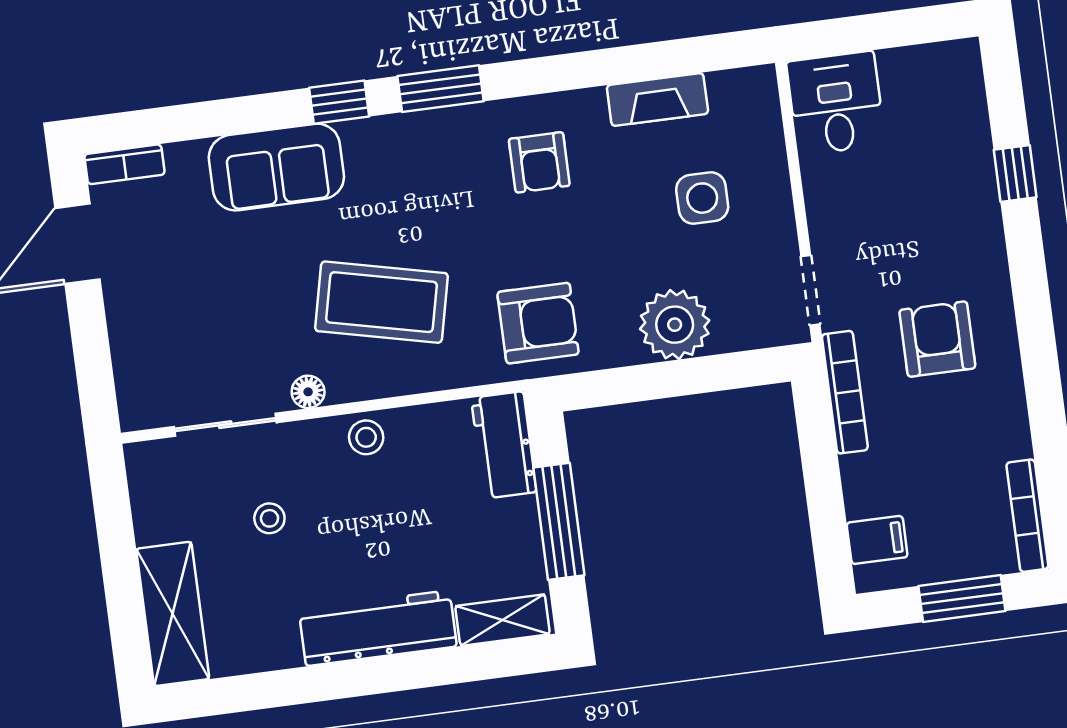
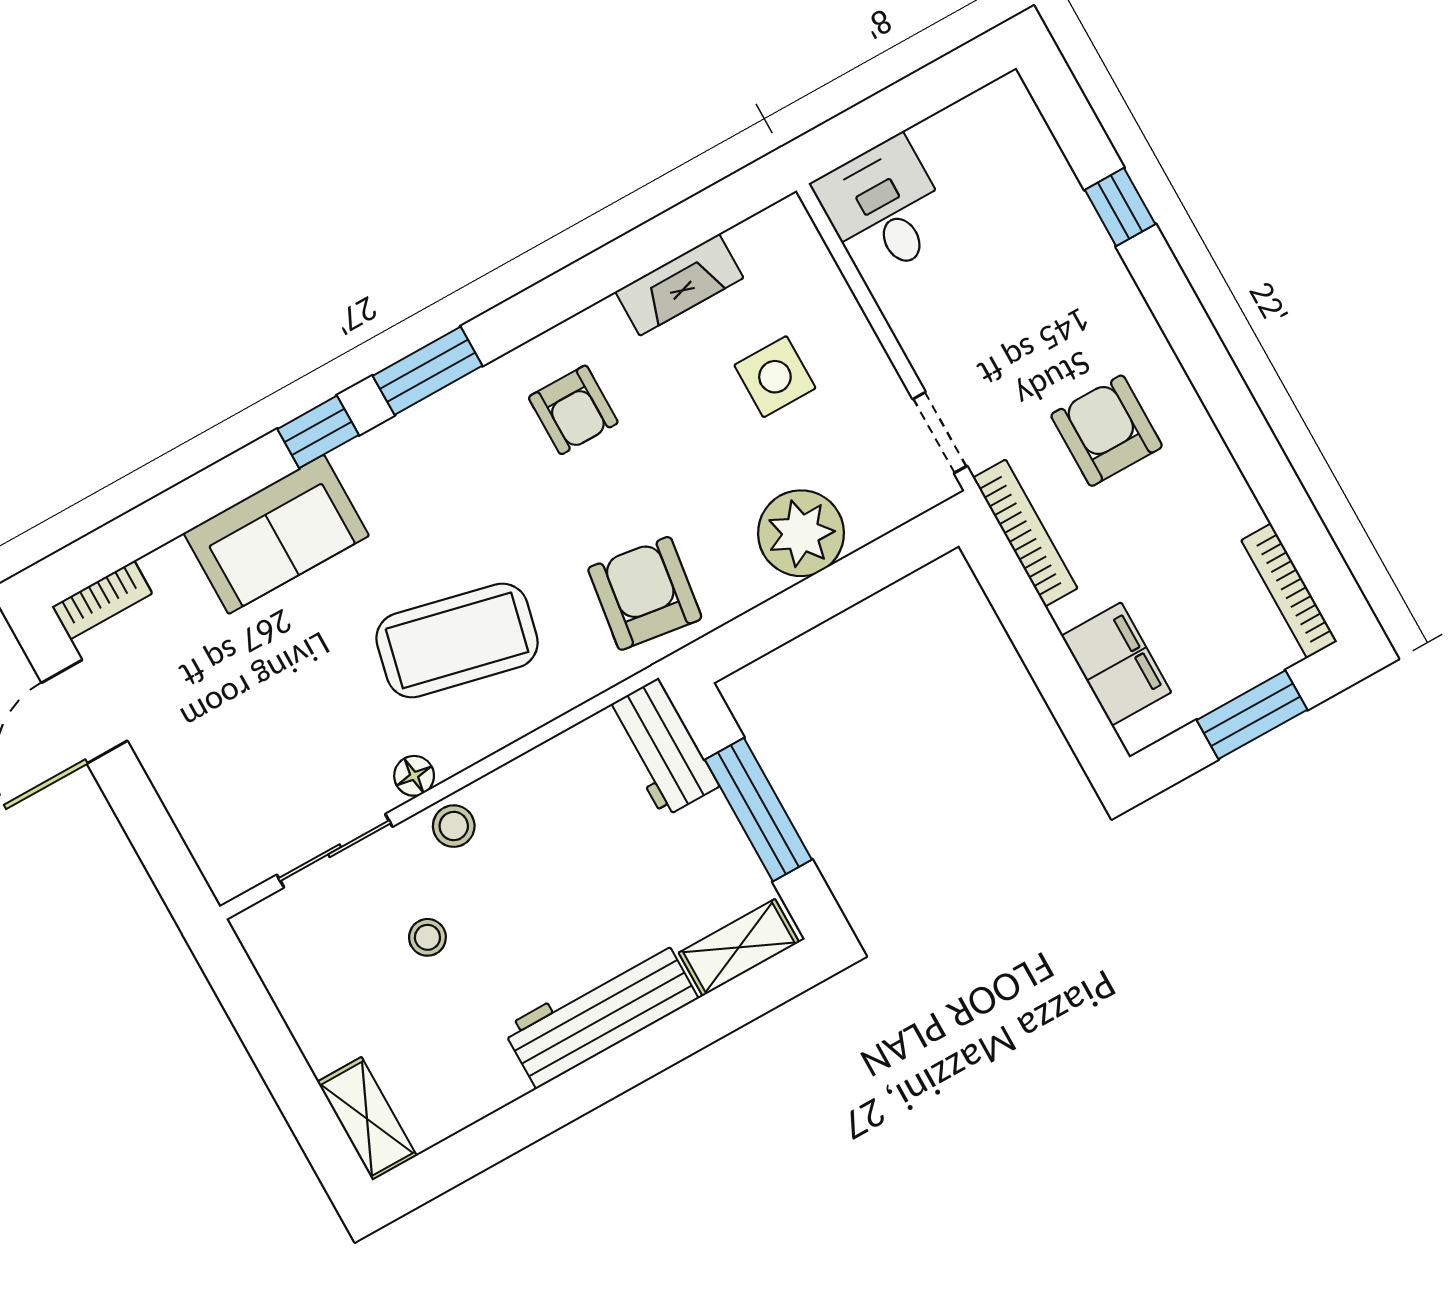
armchair: (538, 323) -> (645, 593), turned -82
stool: (366, 437) -> (454, 826), moved
filing cabinet: (877, 540) -> (1116, 664), width x2.00
shelving: (173, 614) -> (367, 1119), width x0.67, depth x0.75

